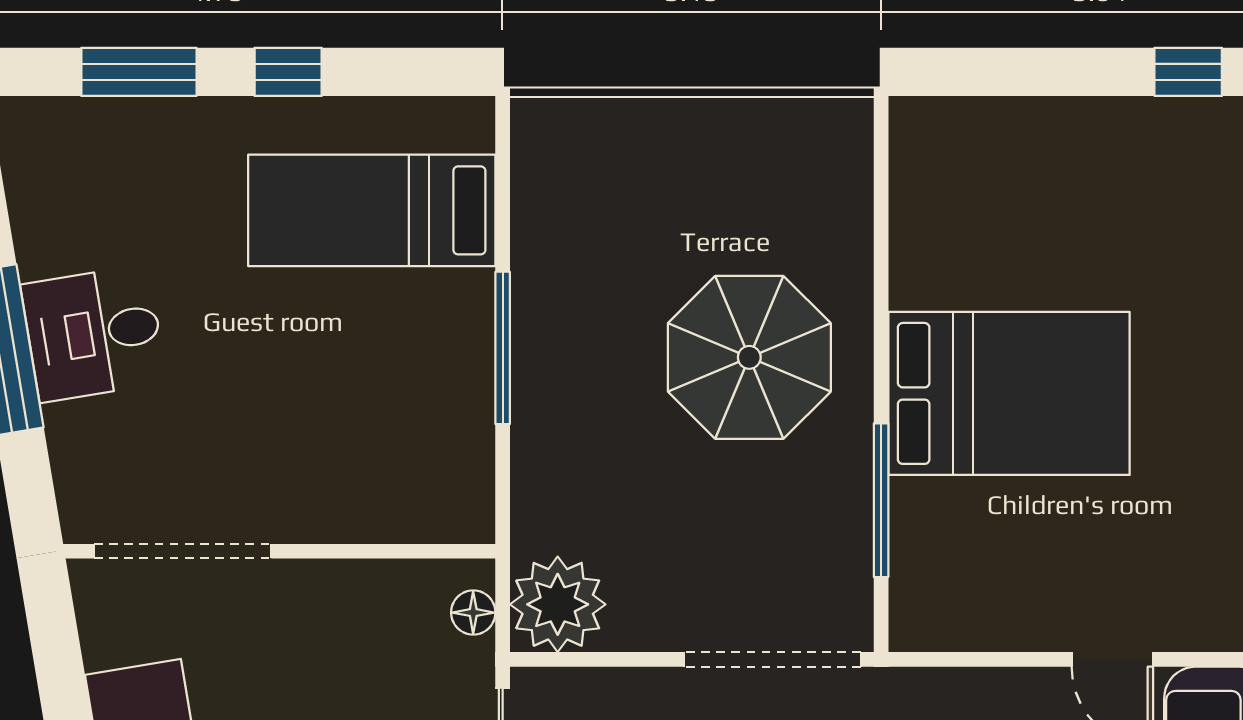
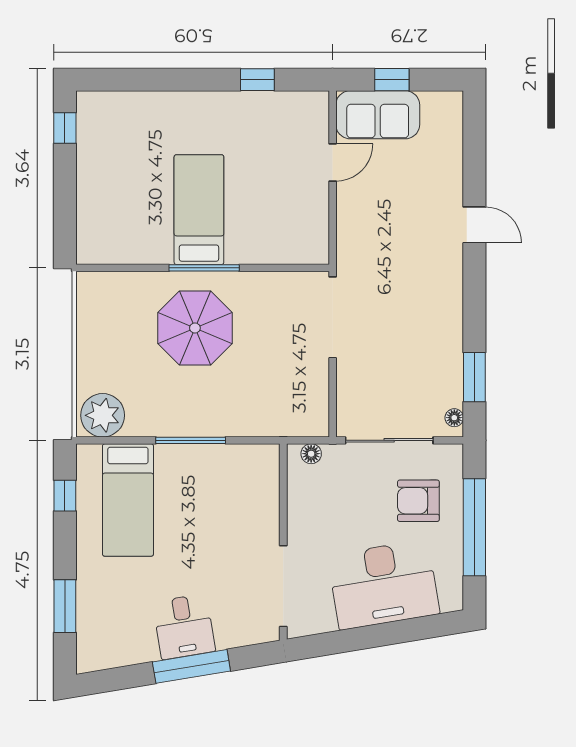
window: (288, 72) -> (65, 496), moved
bed: (1009, 393) -> (199, 210), width x0.67
window: (881, 500) -> (204, 268), moved
plant: (558, 604) -> (103, 415), moved

